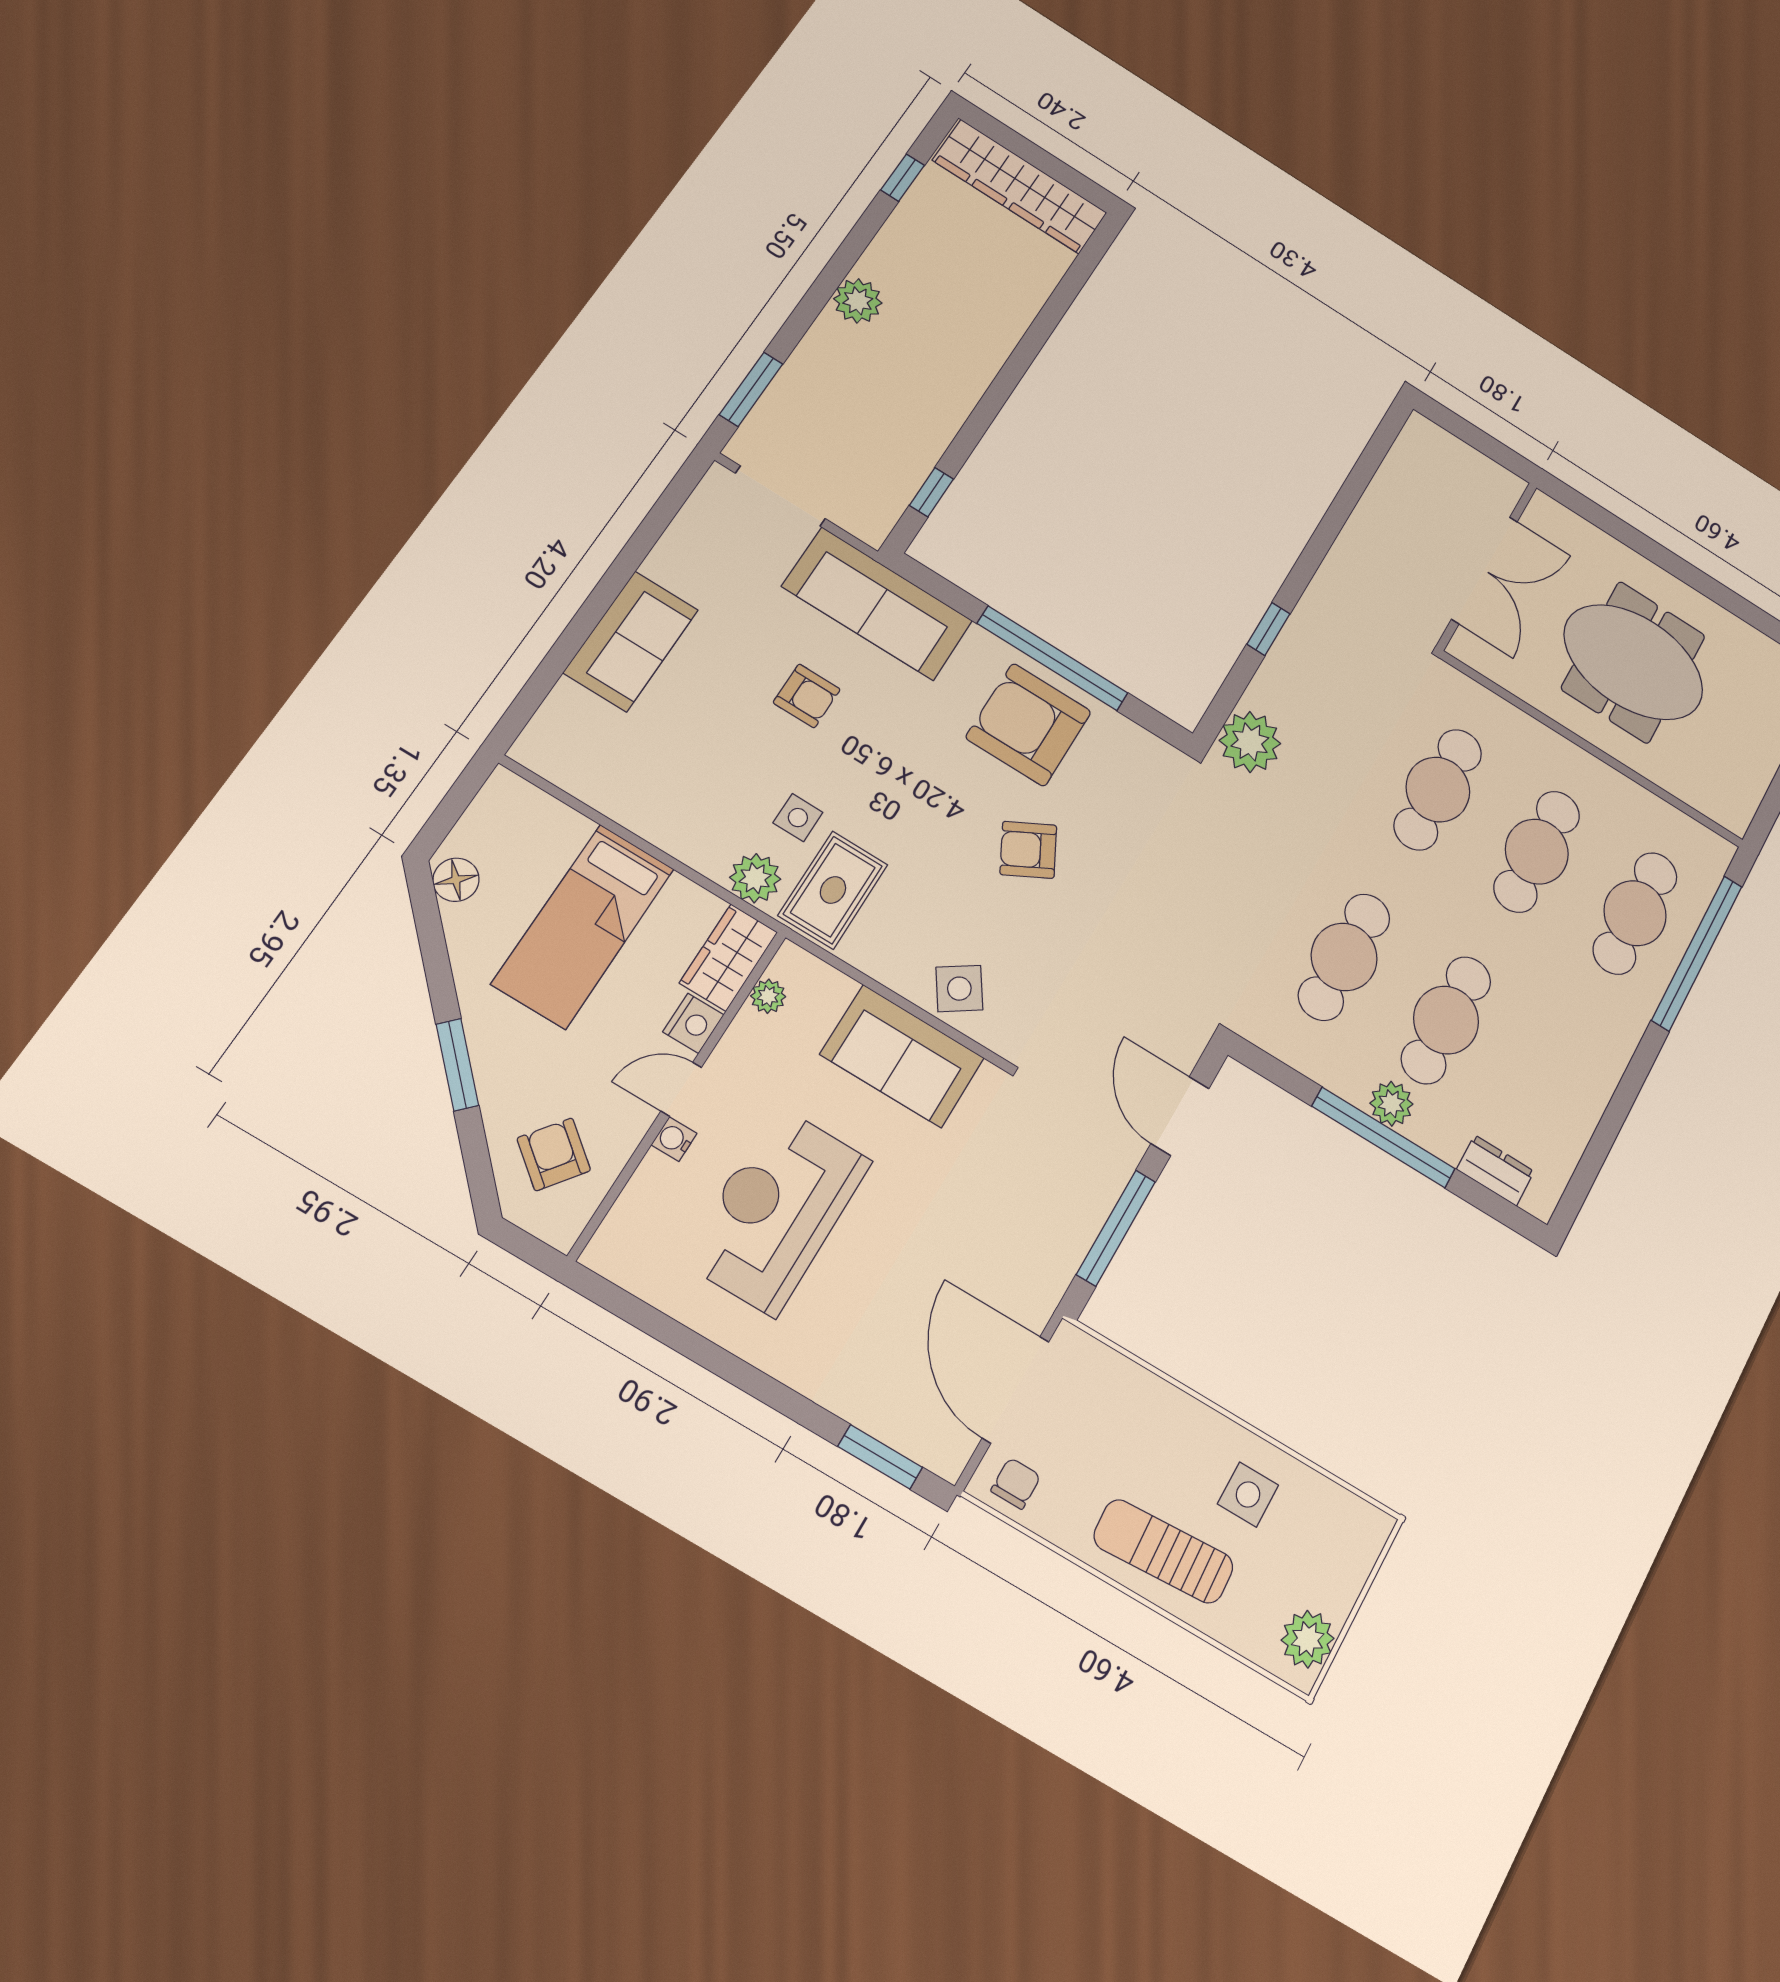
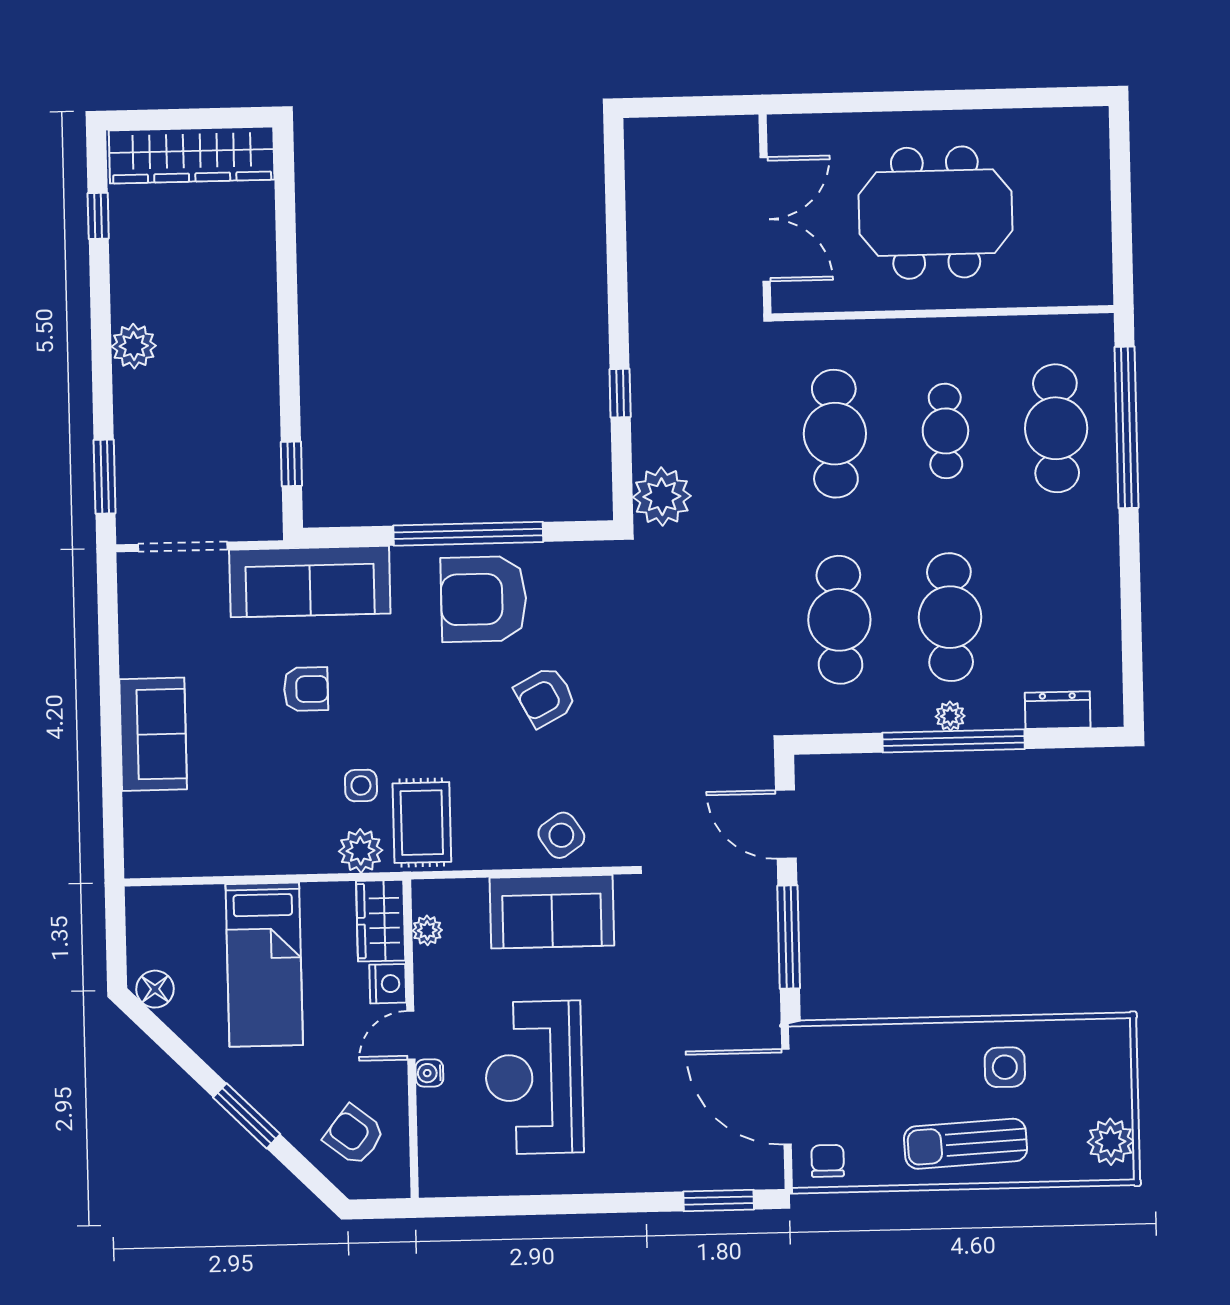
cafe table: (1537, 852) -> (945, 431), width x0.73, depth x0.74
plant: (1391, 1104) -> (950, 716), width x0.73, depth x0.73

